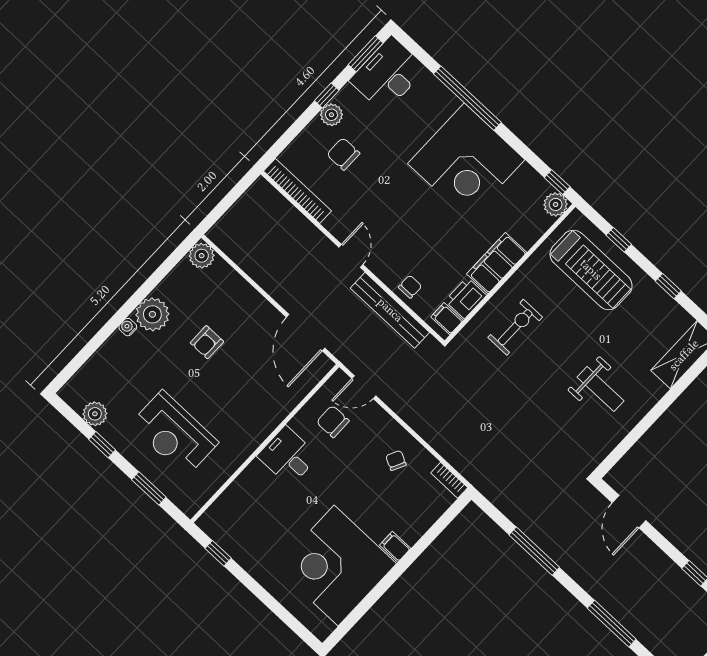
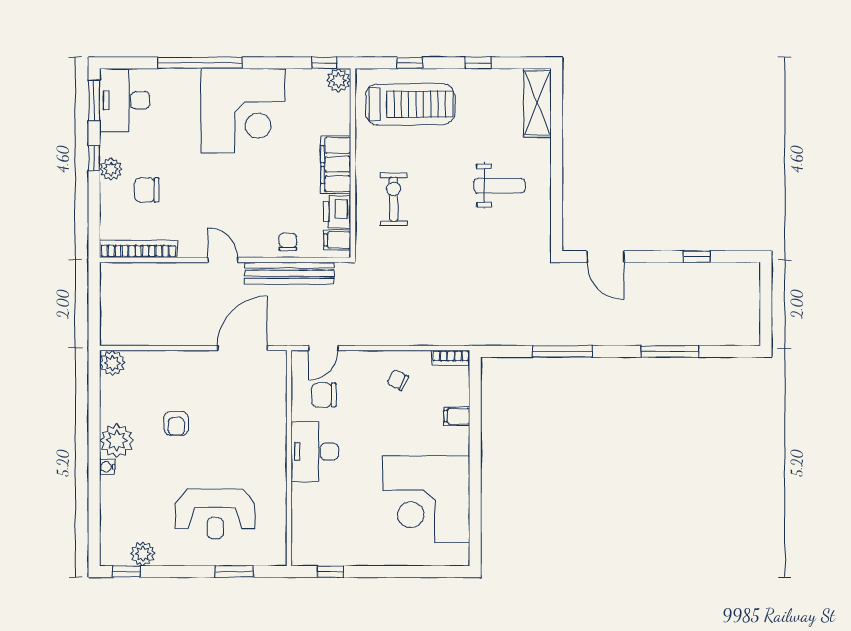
door: (306, 333) -> (242, 348), swing flipped
window: (102, 445) -> (126, 572), moved
desk: (288, 456) -> (315, 452), width x1.37
filing cabinet: (395, 547) -> (457, 416), moved

